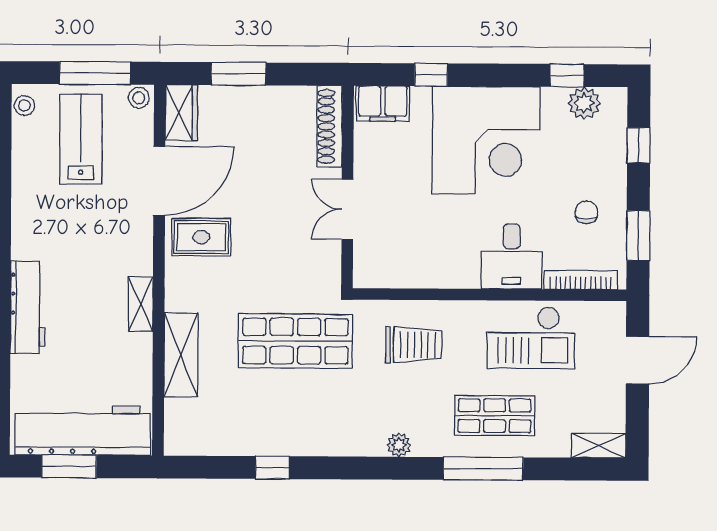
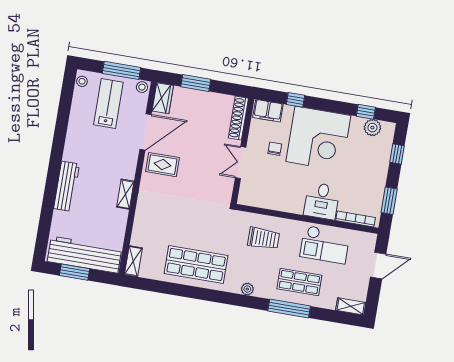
chair: (586, 212) -> (275, 149), moved
shop shelf: (295, 341) -> (196, 265), moved
shelving: (181, 355) -> (133, 261), moved, width x0.67, depth x0.75
window: (272, 468) -> (180, 290), removed

